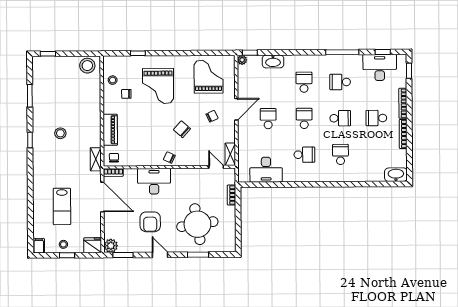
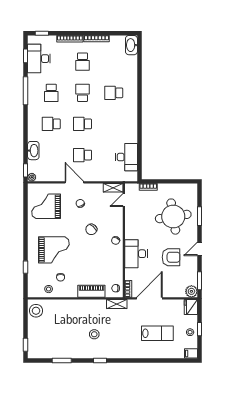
school desk: (304, 155) -> (114, 124), removed

